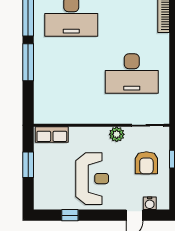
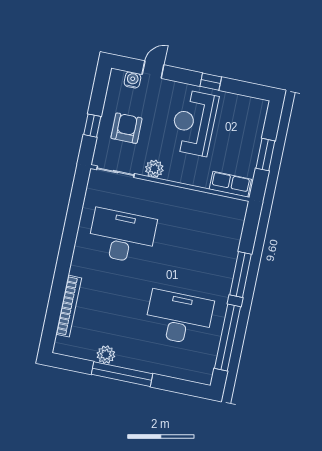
window: (70, 215) -> (211, 82), moved

